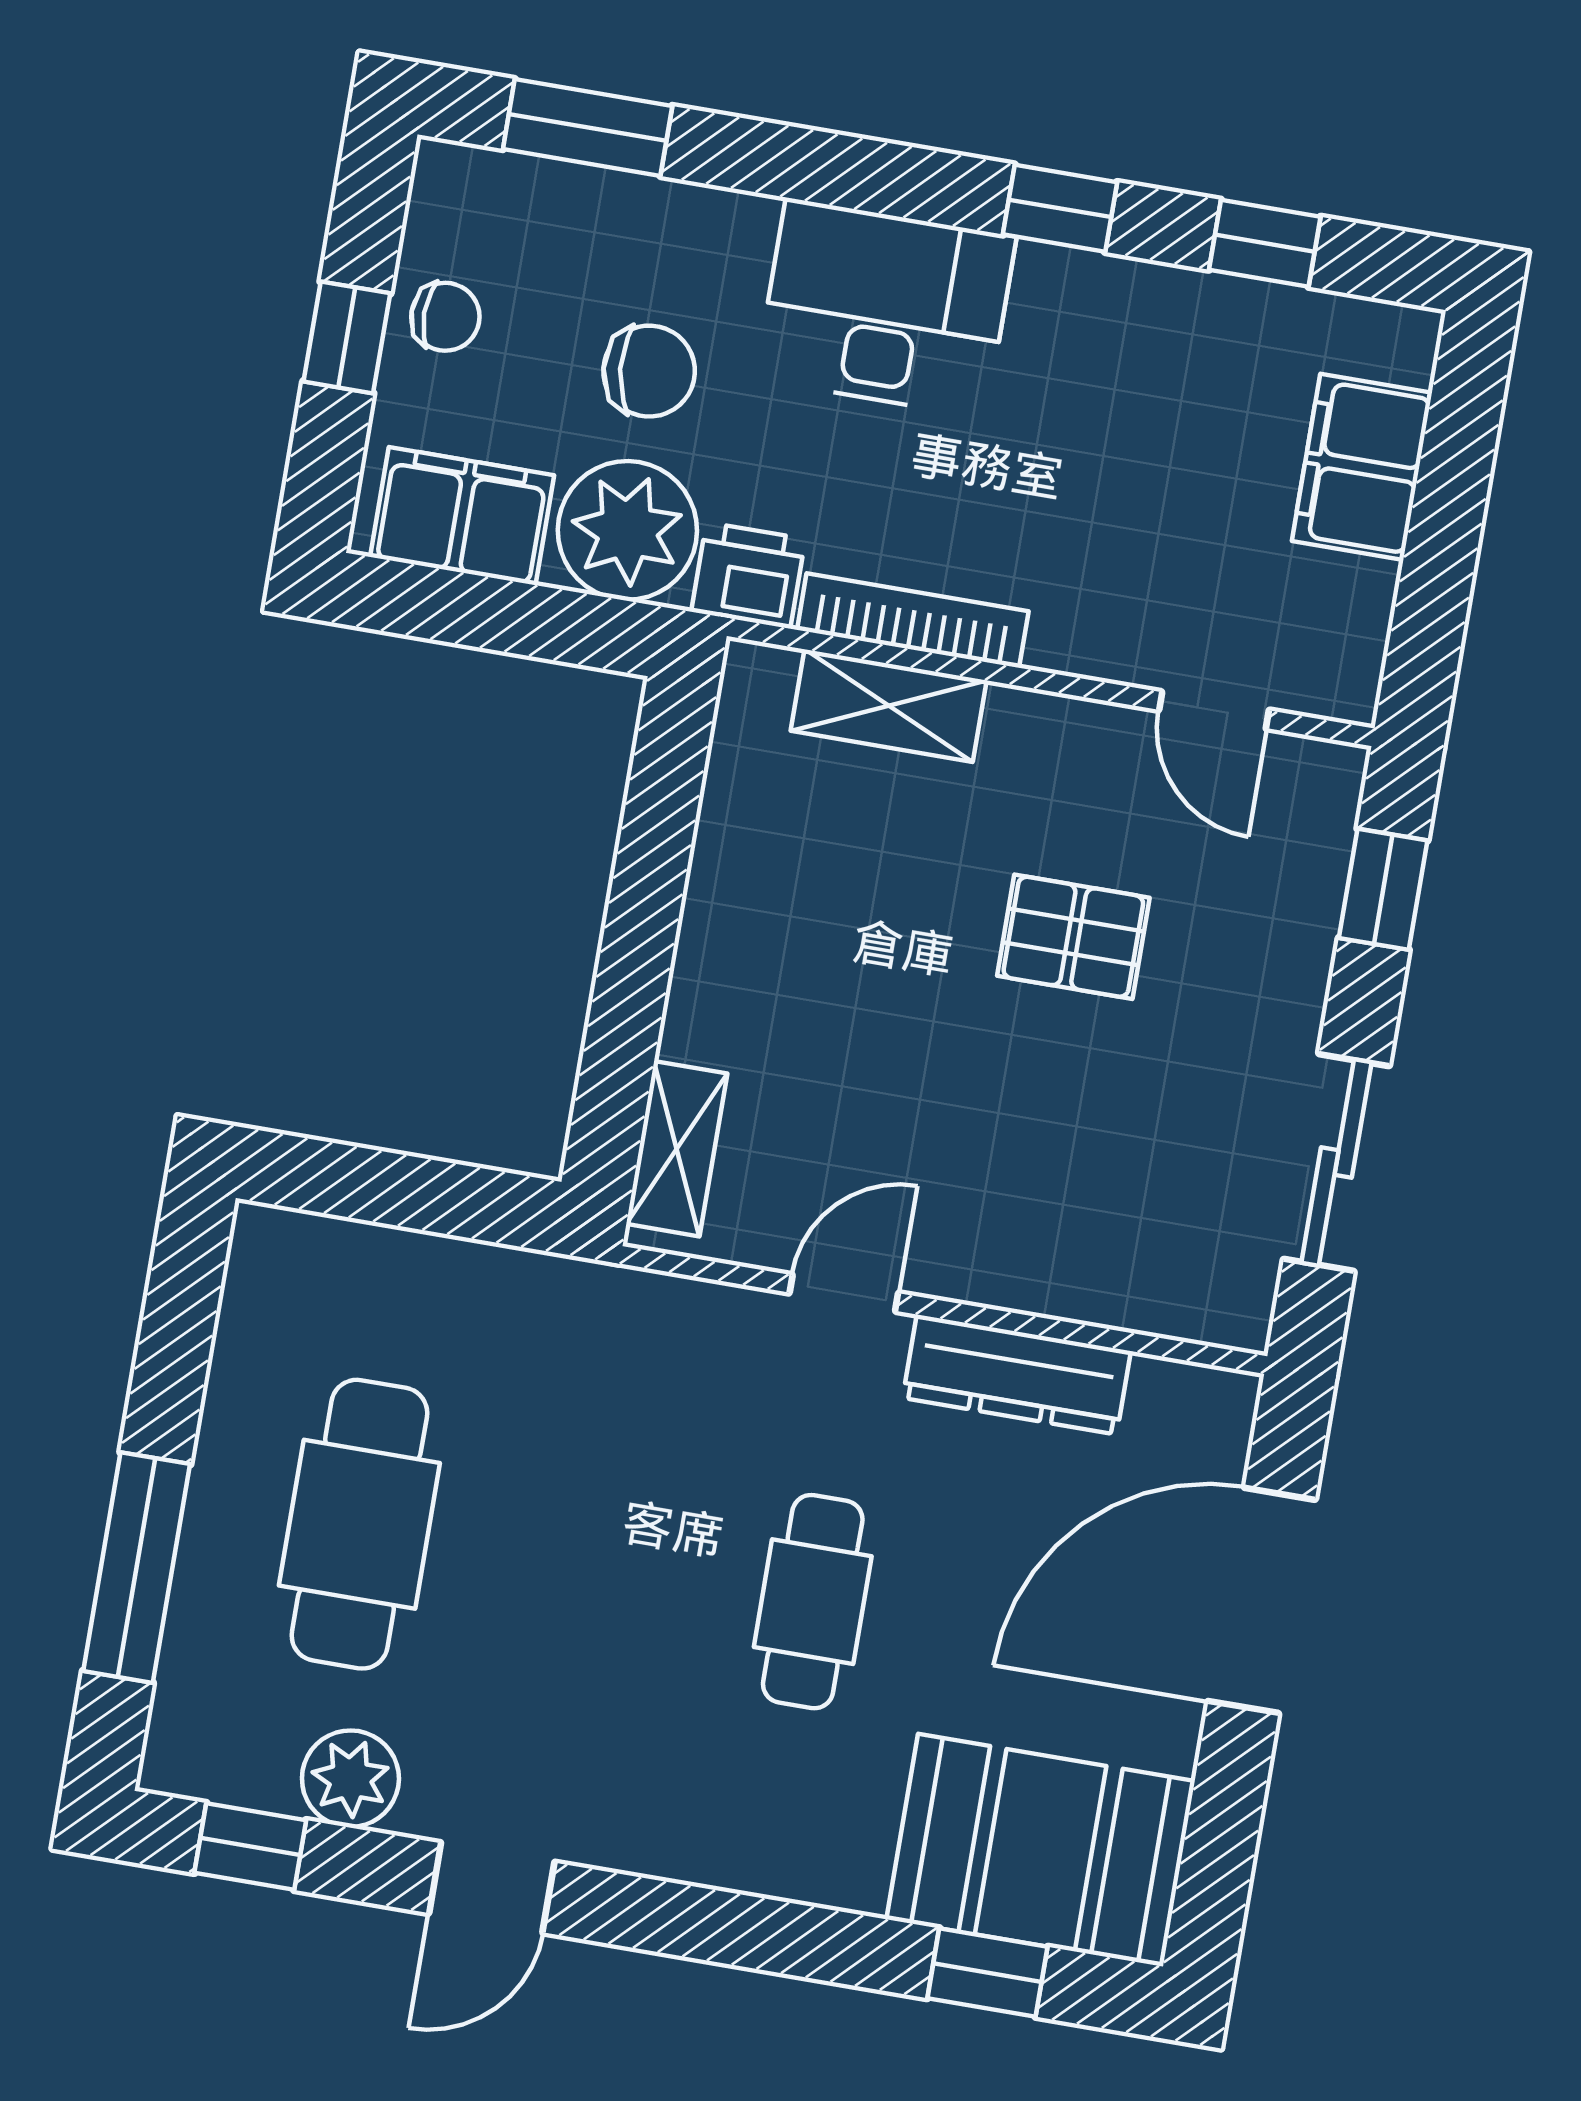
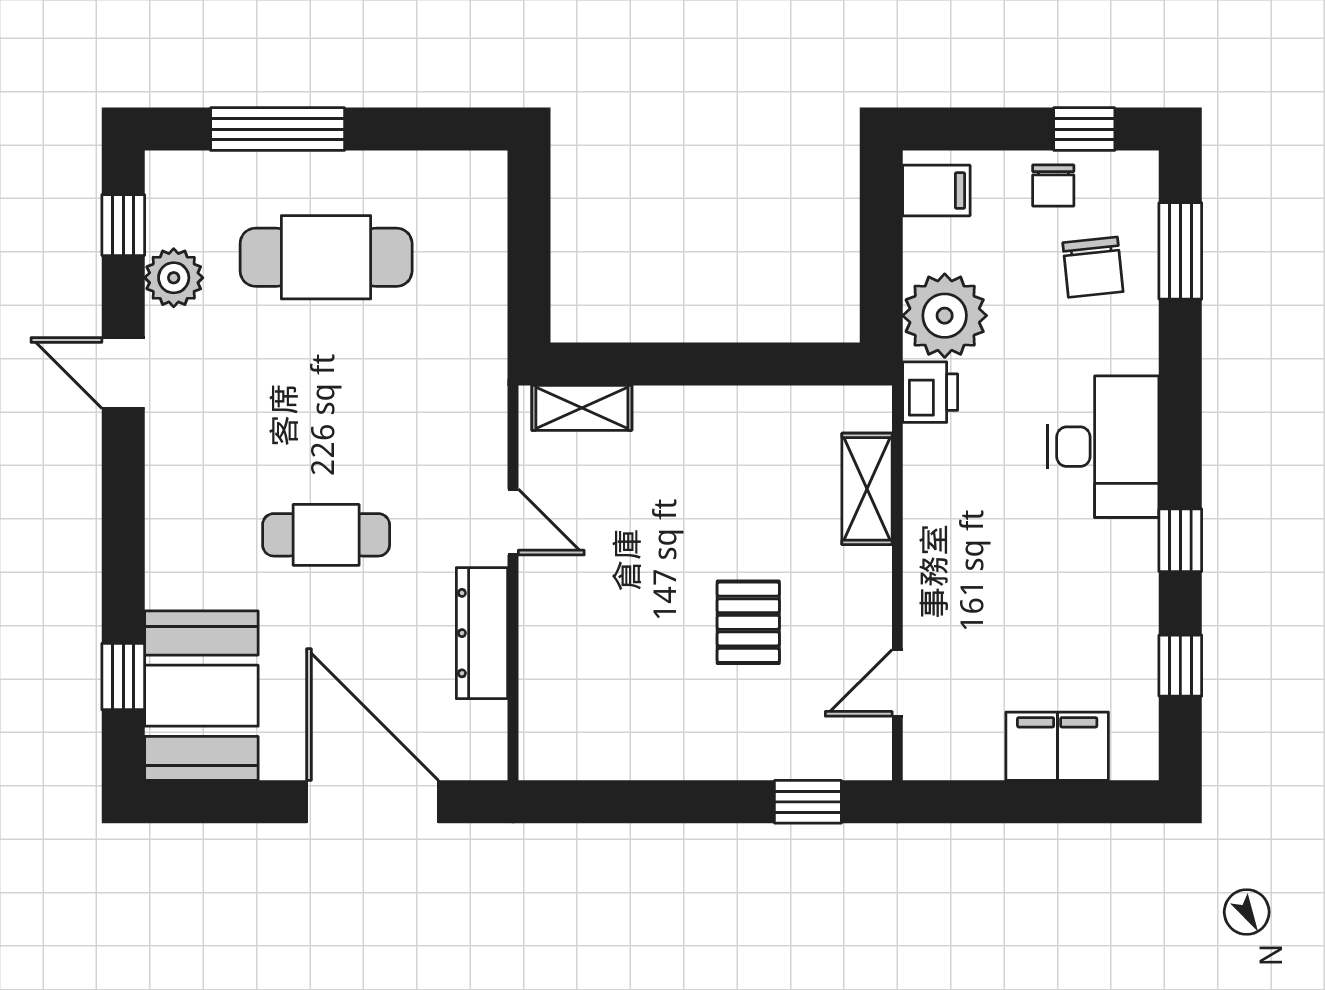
window: (347, 337) -> (1084, 129), moved
chair: (649, 371) -> (1093, 267), moved
filing cabinet: (462, 516) -> (936, 191), width x0.50
bookcase: (913, 620) -> (920, 495), removed
sliding door: (1336, 1162) -> (641, 802), removed

